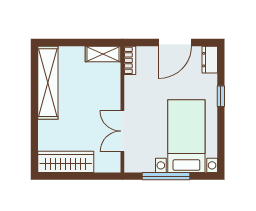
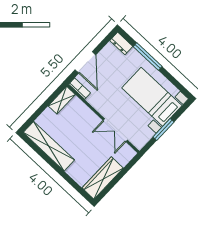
door: (175, 43) -> (85, 62), moved
window: (221, 96) -> (148, 57), width x2.17
window: (166, 176) -> (163, 129), width x0.69

